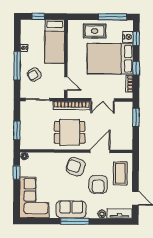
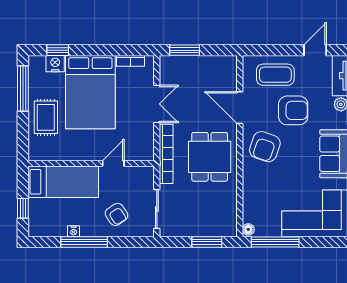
window: (17, 66) -> (84, 242), moved
window: (136, 68) -> (106, 50), removed
door: (66, 84) -> (113, 163), moved
window: (17, 173) -> (275, 242), width x2.17

